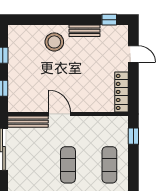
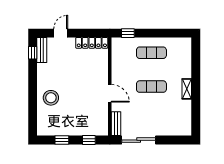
bench: (85, 31) -> (42, 50), moved
door: (60, 114) -> (110, 93), swing flipped
bench: (28, 122) -> (116, 124), width x0.73

